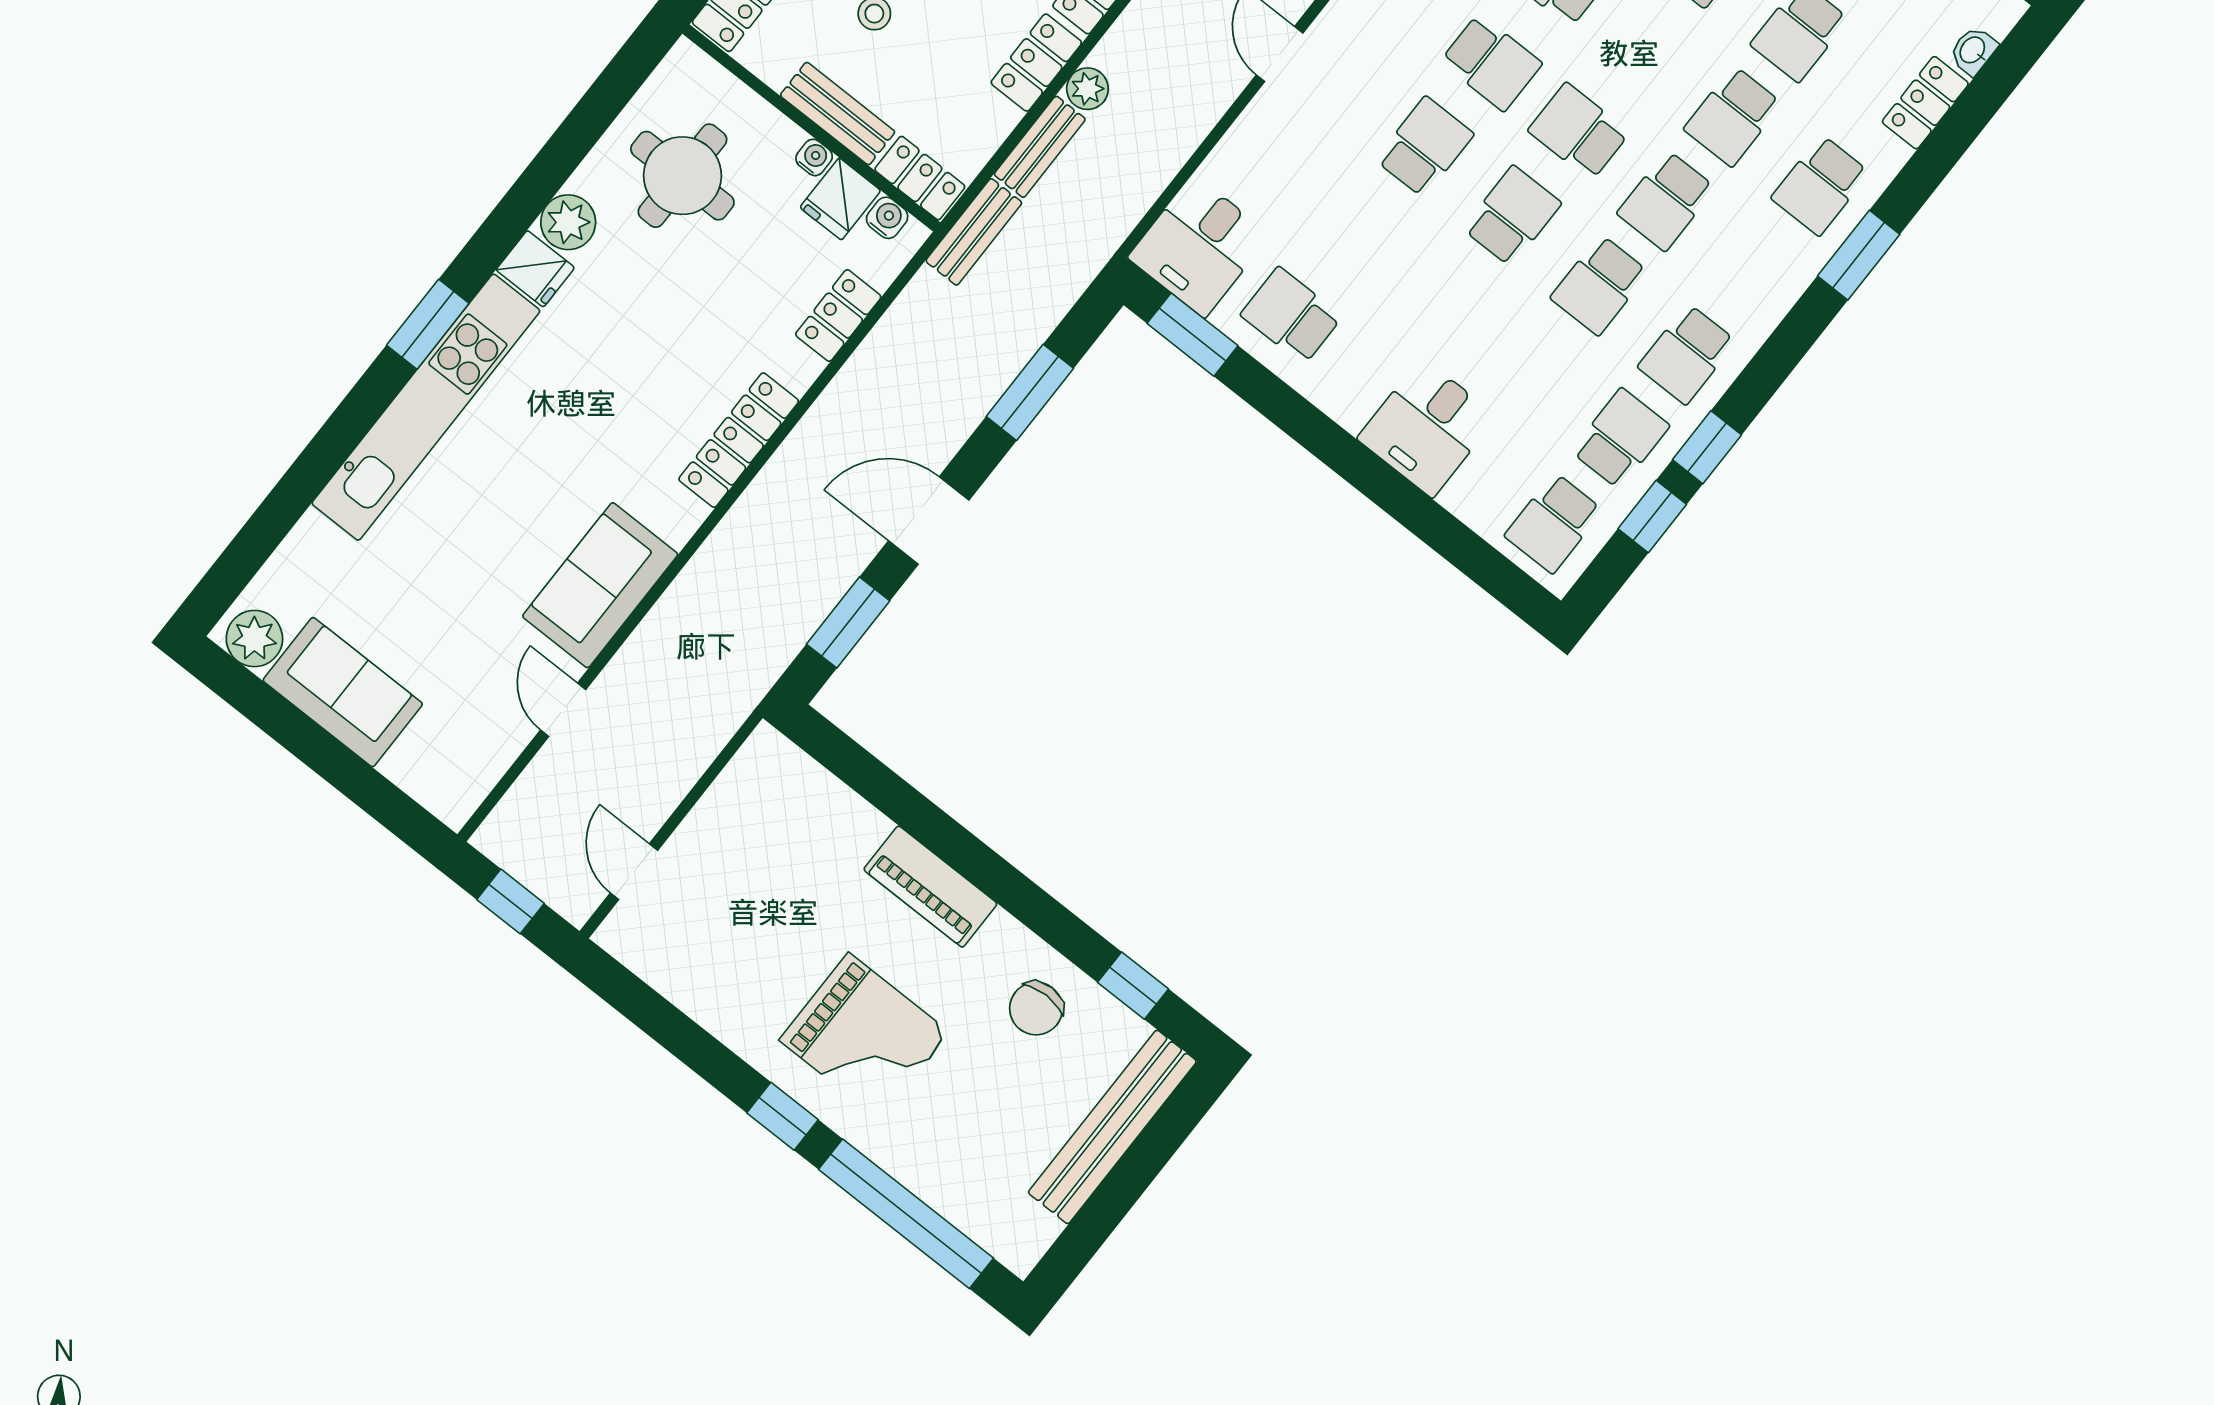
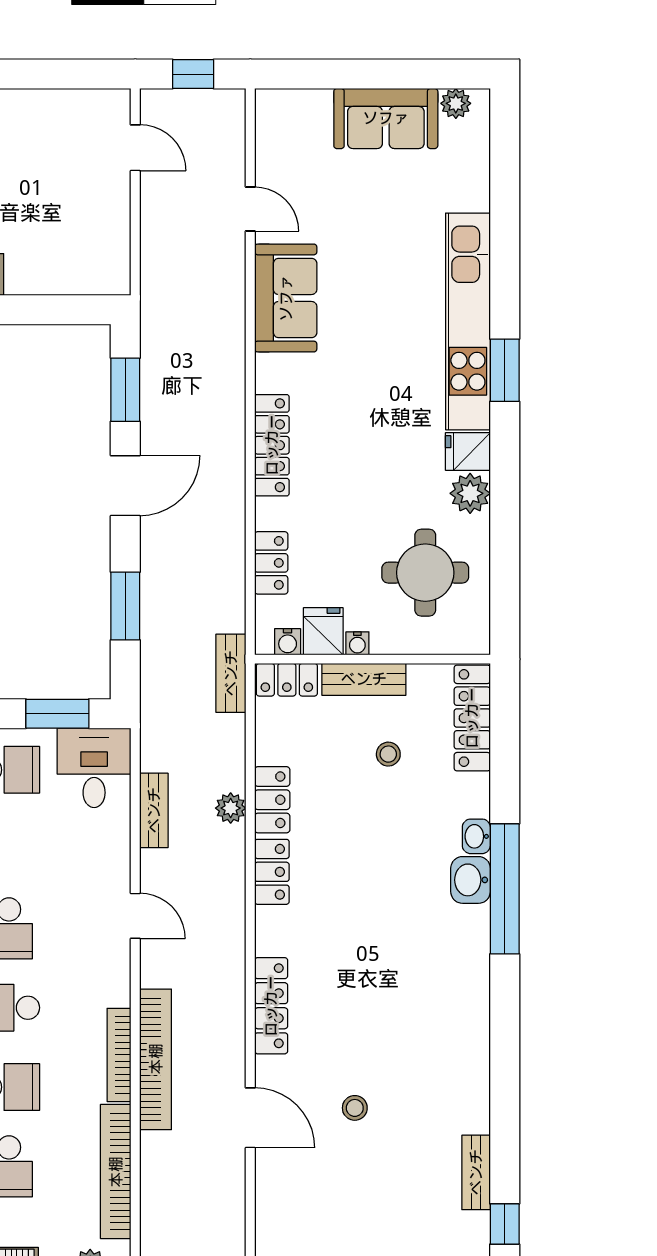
bench: (1040, 147) -> (154, 810), moved
plant: (254, 639) -> (456, 103), width x0.73, depth x0.73

